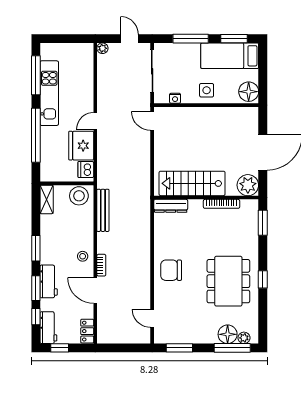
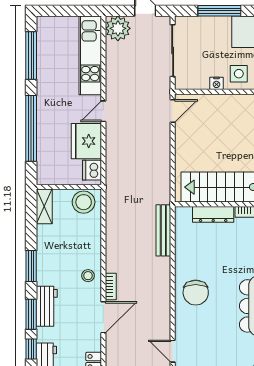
plant: (102, 48) -> (118, 28), width x1.87, depth x1.87
kitchen unit: (49, 93) -> (90, 55), moved, turned 180
nightstand: (175, 98) -> (216, 83), moved
door: (152, 121) -> (173, 111), swing flipped
dresser: (171, 206) -> (213, 214), moved
bench: (103, 210) -> (163, 230), moved
chair: (171, 270) -> (196, 293), turned -90
door: (95, 291) -> (103, 317), swing flipped

